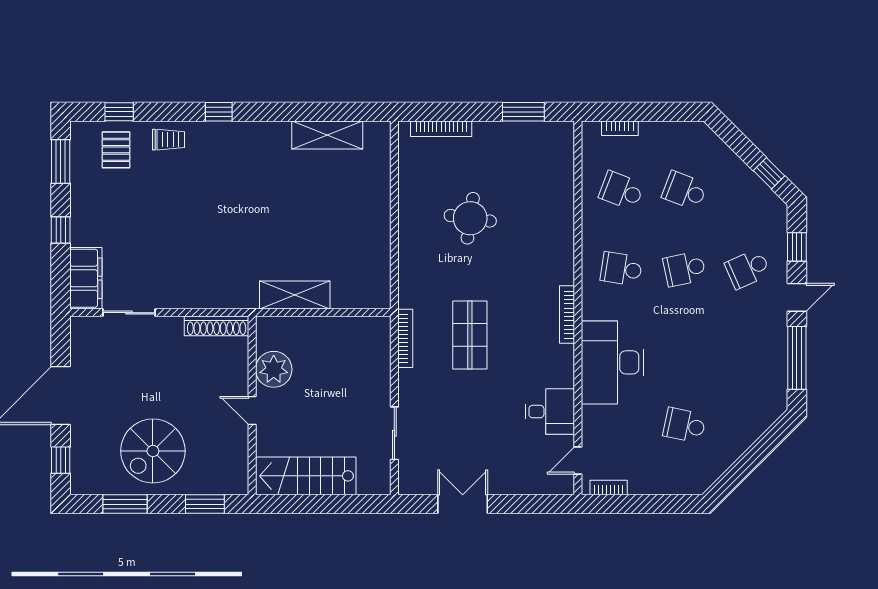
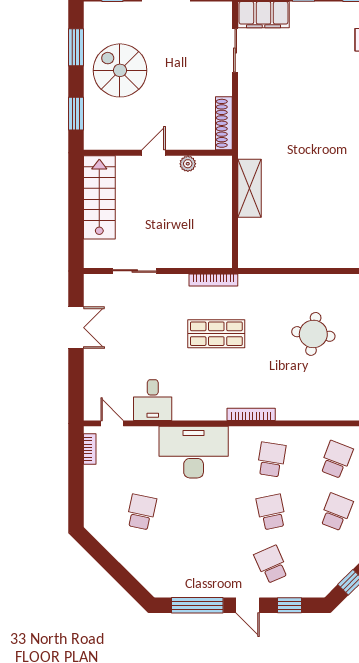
bookcase: (567, 315) -> (251, 414), moved
plant: (274, 369) -> (188, 164), width x0.53, depth x0.53

